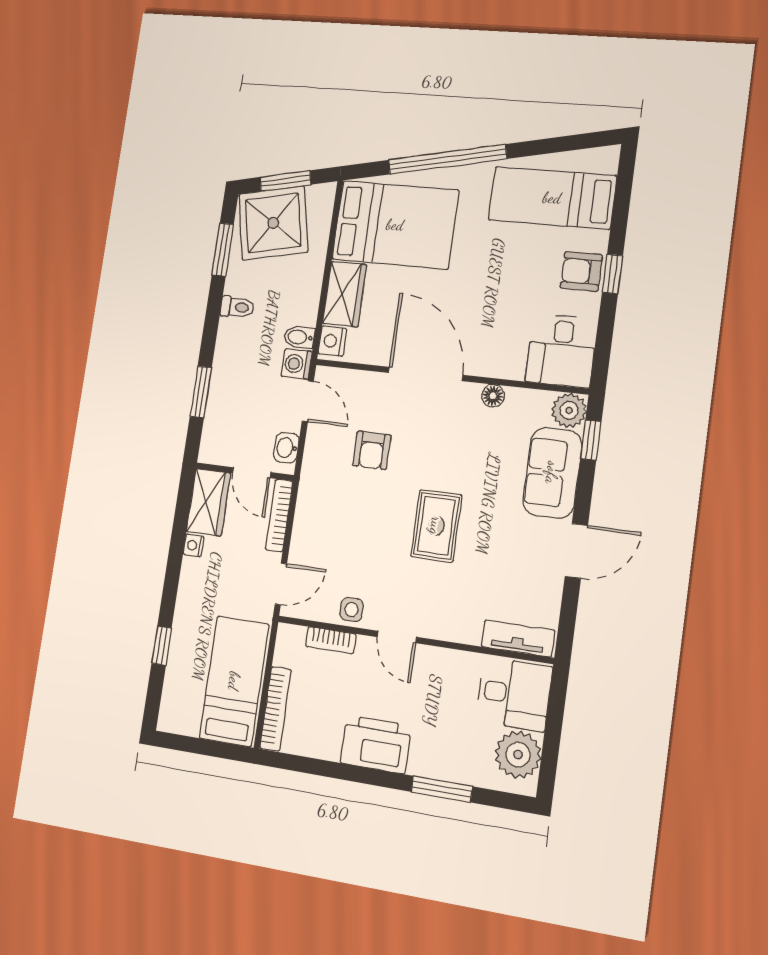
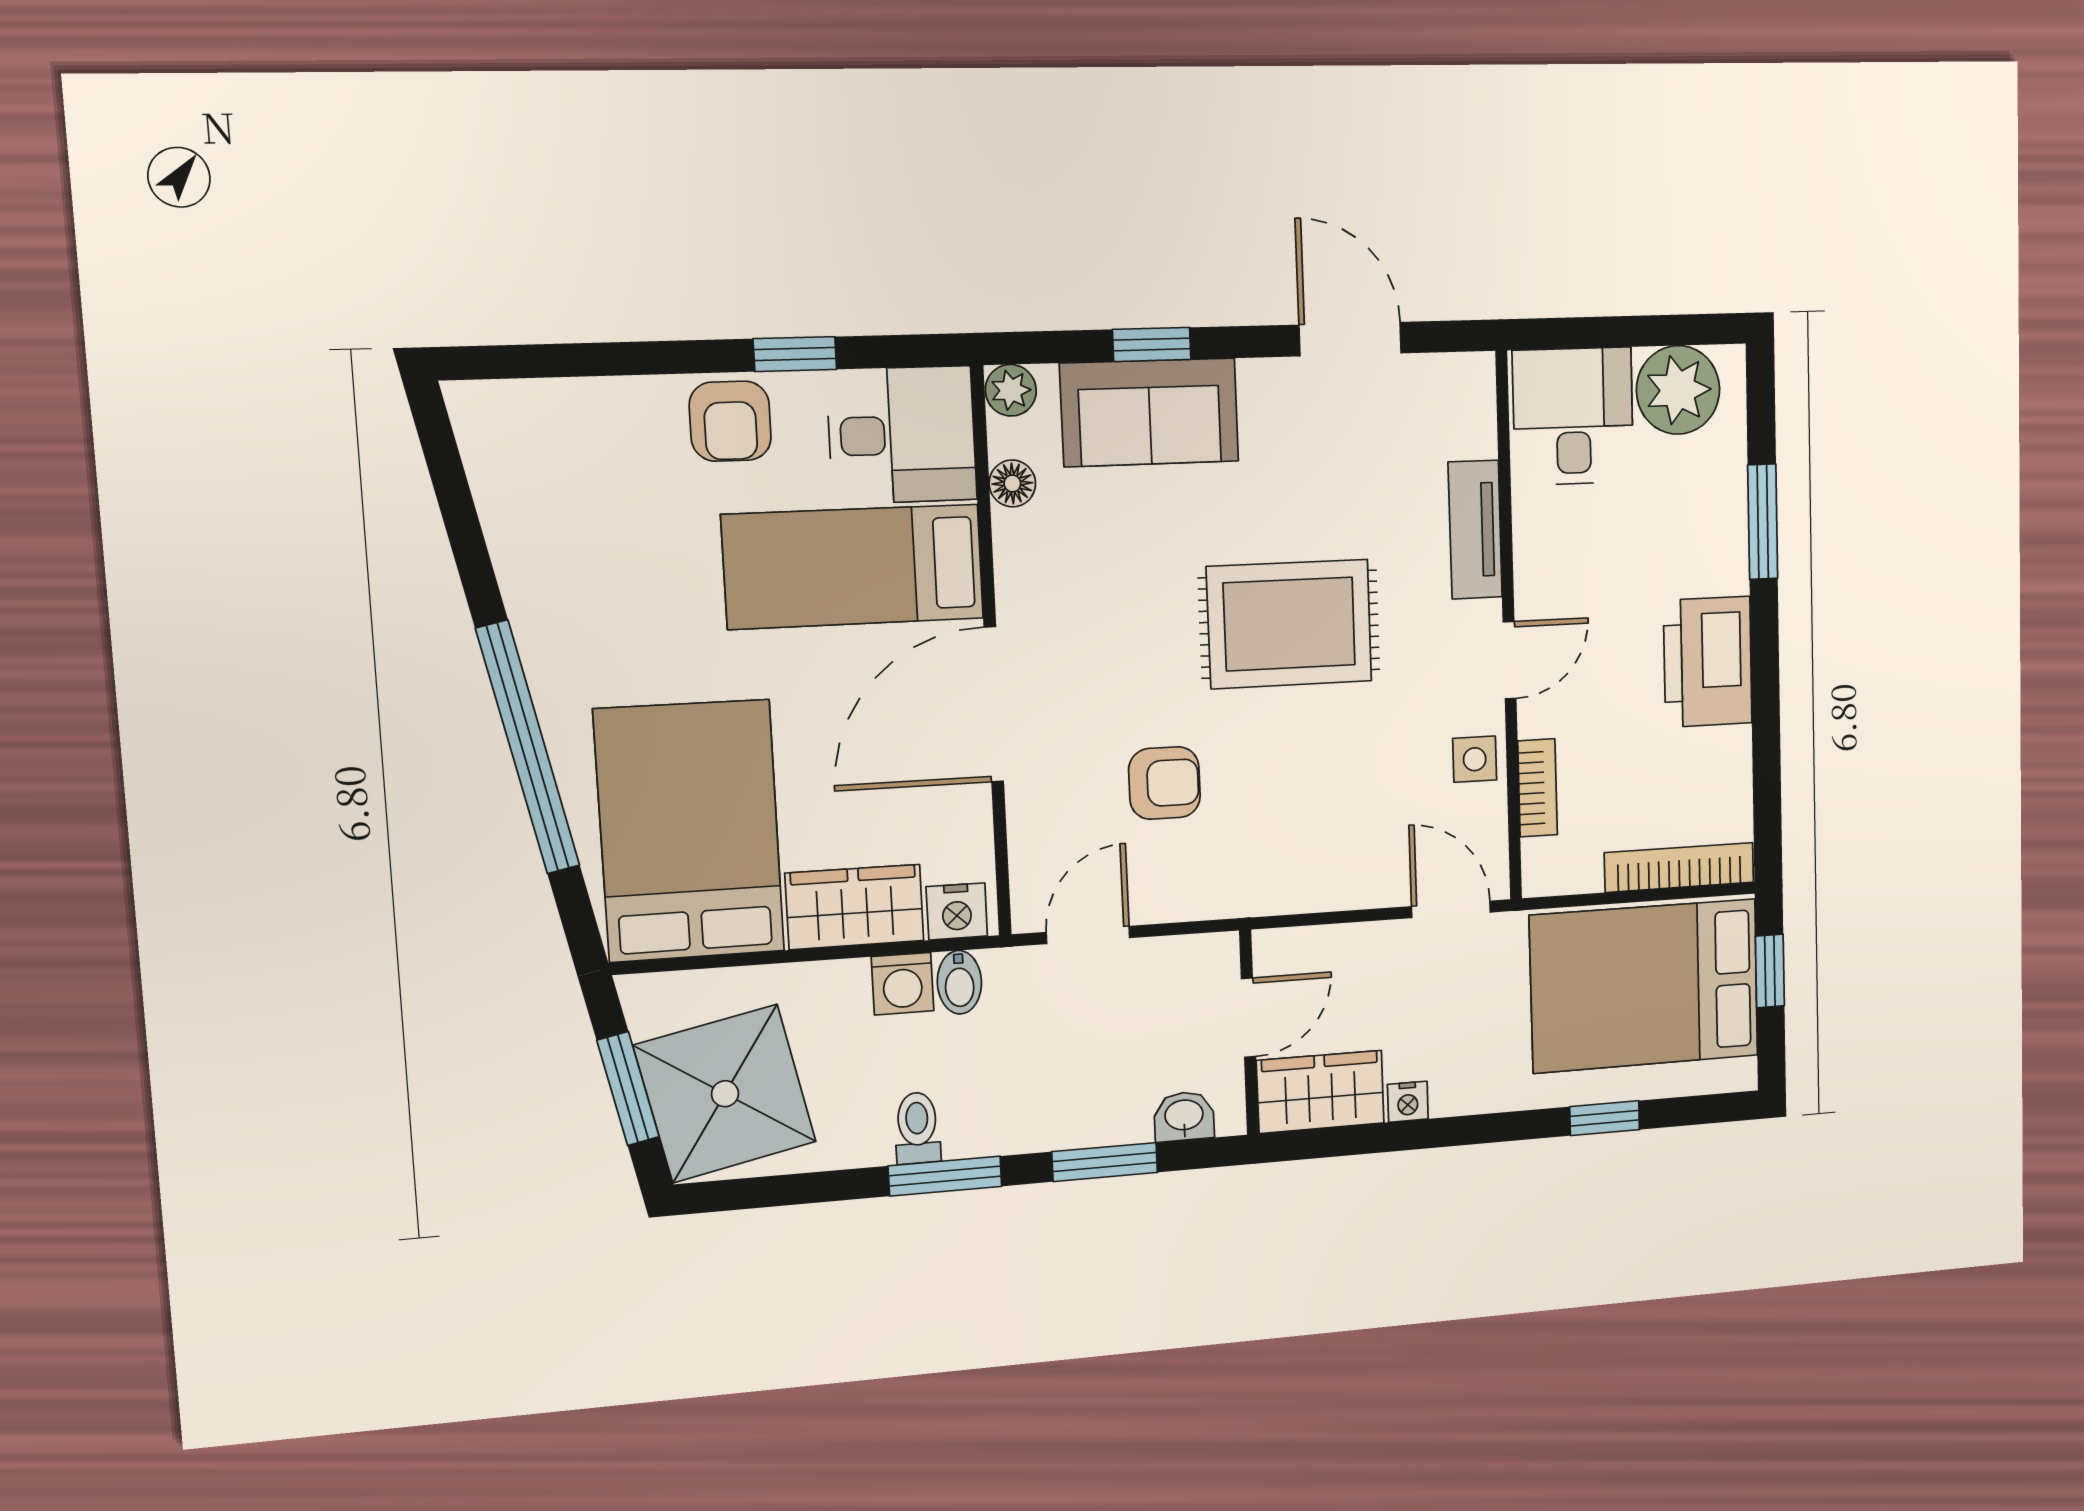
bed: (552, 198) -> (853, 567), moved, turned 90
window: (223, 250) -> (945, 1176), moved
window: (612, 274) -> (795, 354), moved
washing machine: (297, 364) -> (903, 984), moved
floor lamp: (493, 396) -> (1012, 483), moved
plant: (569, 410) -> (1011, 390), width x0.73, depth x0.73
window: (591, 440) -> (1152, 344), moved
washbasin: (286, 448) -> (1184, 1116), moved, turned 180
bookcase: (279, 515) -> (1322, 943), removed
rug: (436, 526) -> (1289, 624), width x1.36, depth x1.43
door: (576, 551) -> (1350, 339), moved
tv unit: (518, 638) -> (1475, 530), moved
bed: (234, 681) -> (1645, 986), width x1.50
window: (213, 749) -> (1770, 971), added

